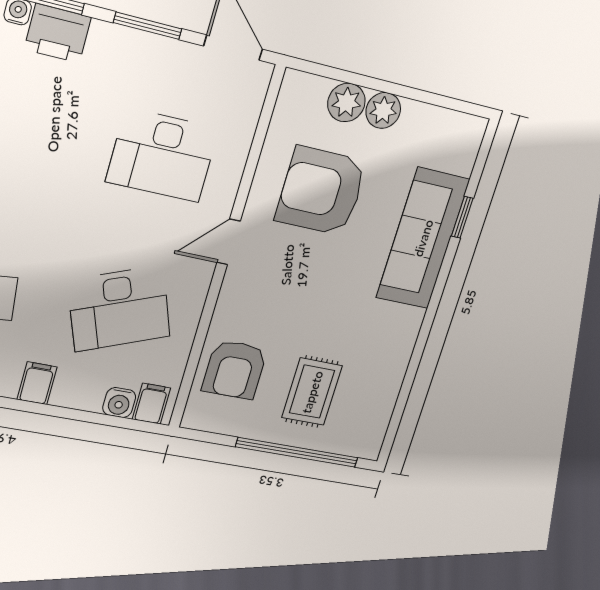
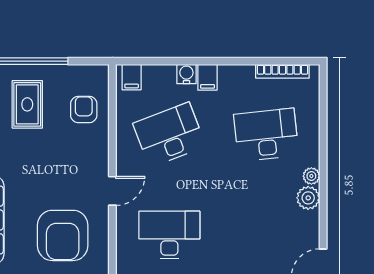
armchair: (321, 191) -> (63, 235), turned 90
armchair: (235, 370) -> (84, 110), width x0.72, depth x0.72
water cooler: (119, 403) -> (186, 74), moved

